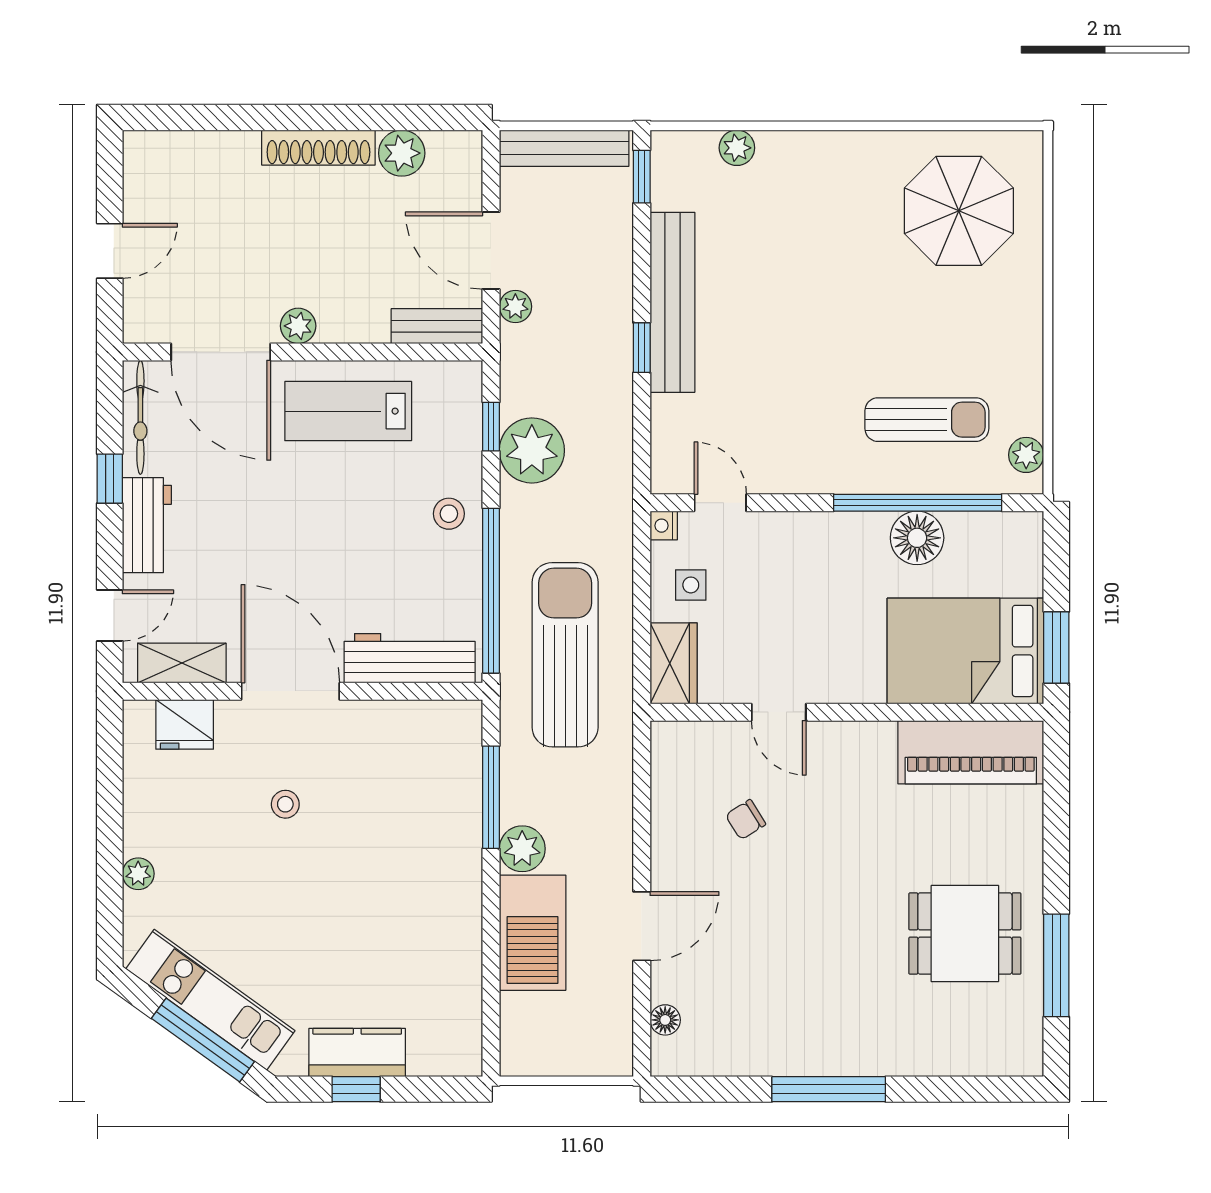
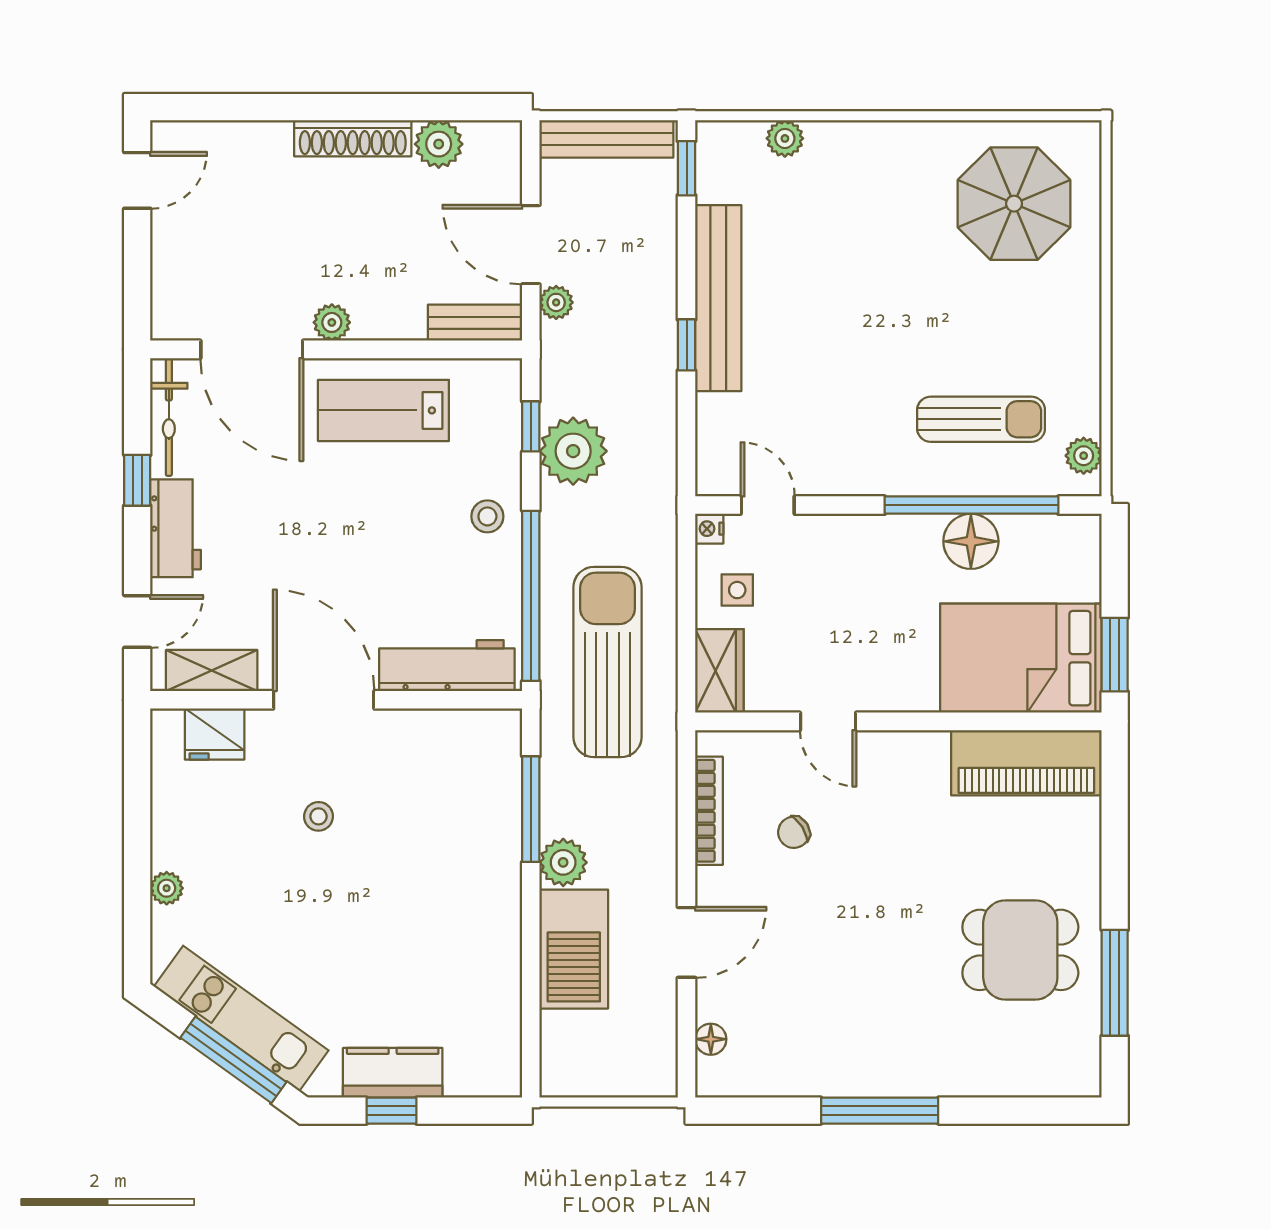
door: (110, 251) -> (137, 180), moved
bookcase: (663, 799) -> (709, 811), added

